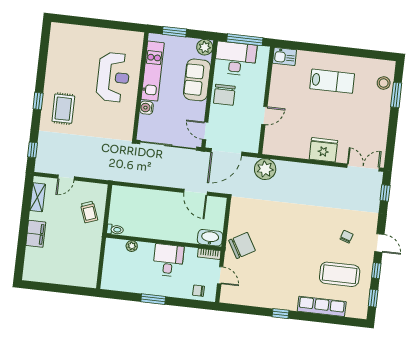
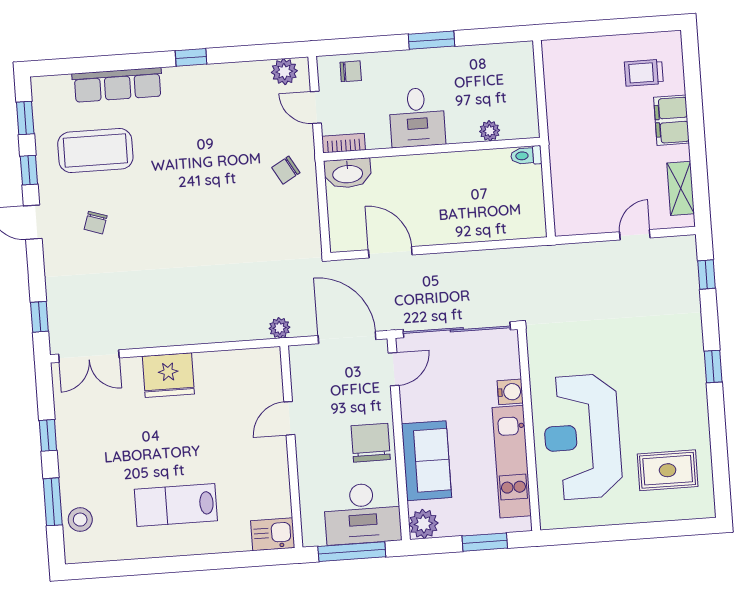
reception desk: (113, 77) -> (582, 437), width x1.36, depth x1.30
rug: (63, 109) -> (668, 470), moved, turned 90
window: (392, 130) -> (48, 435), added
door: (205, 131) -> (394, 369), hinge flipped
door: (226, 152) -> (347, 338), hinge flipped
plant: (265, 169) -> (279, 328), width x0.53, depth x0.53
trolley: (89, 212) -> (644, 73), moved, turned -70
chair: (242, 245) -> (286, 170), width x0.54, depth x0.54
plant: (233, 297) -> (284, 72), added

